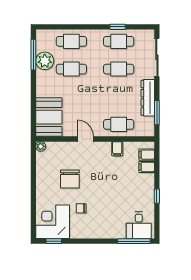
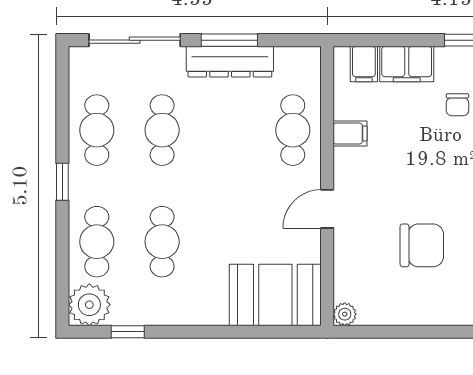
window: (118, 27) -> (62, 182), moved
window: (33, 55) -> (128, 332), width x0.46
plant: (45, 61) -> (89, 305), moved
window: (157, 113) -> (229, 40), moved
filing cabinet: (147, 167) -> (407, 64), width x2.00
chair: (129, 194) -> (457, 105), added

